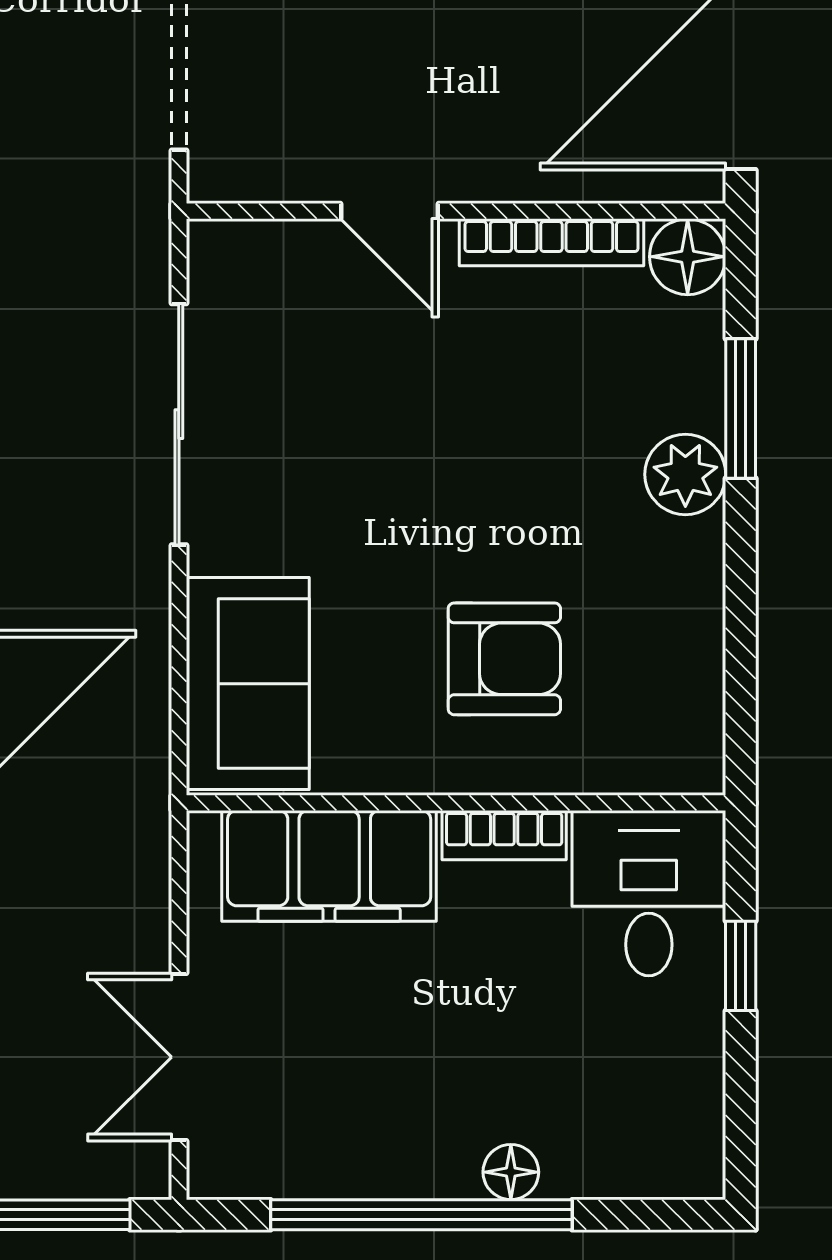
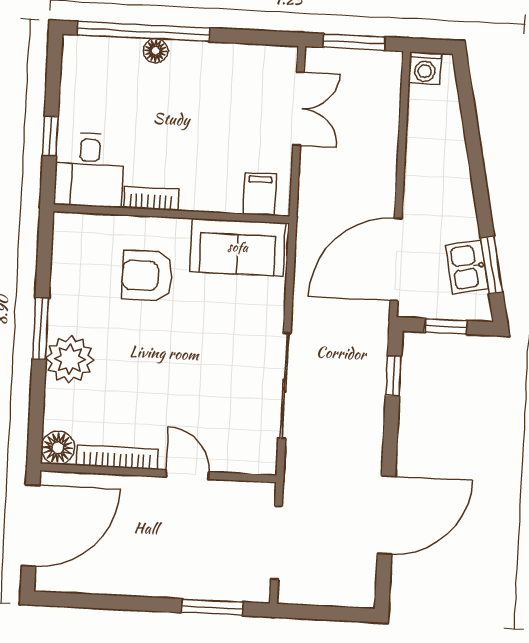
window: (741, 408) -> (41, 329), moved
plant: (685, 474) -> (70, 359), width x1.36, depth x1.36
sofa: (248, 684) -> (238, 247), moved, turned -90
filing cabinet: (329, 866) -> (260, 194), width x0.33, depth x0.86
window: (421, 1215) -> (143, 31), moved

